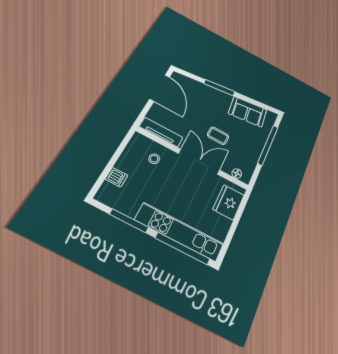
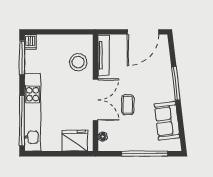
stool: (154, 159) -> (78, 62), width x1.89, depth x1.89
dishwasher: (116, 177) -> (30, 42), moved
window: (129, 221) -> (22, 58), moved

